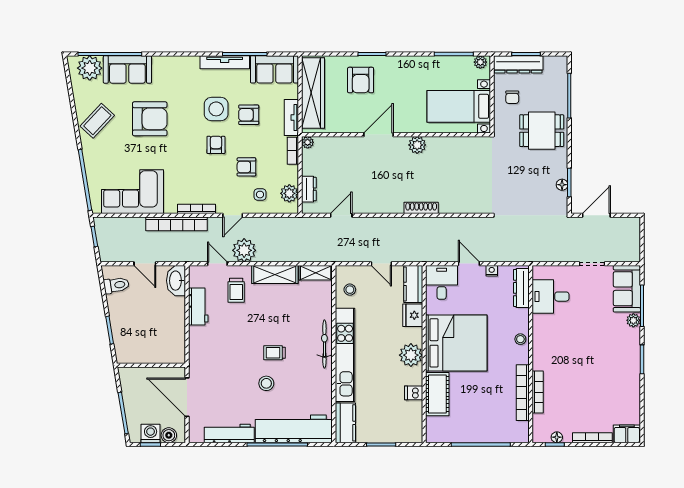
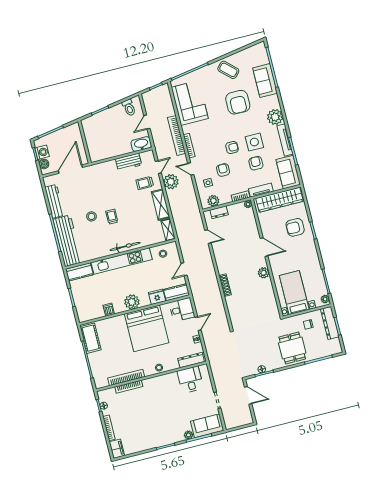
plant: (90, 68) -> (275, 117), moved
cot: (437, 394) -> (91, 338), moved, turned 90

